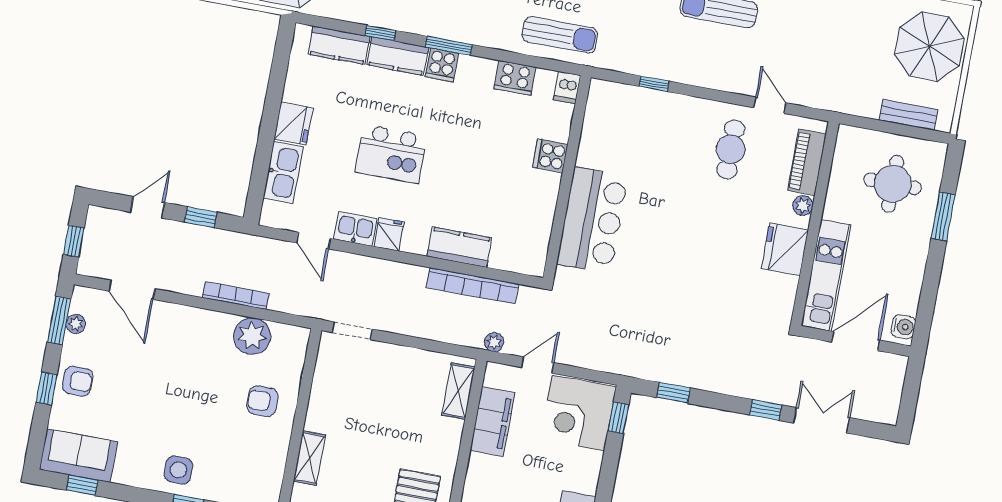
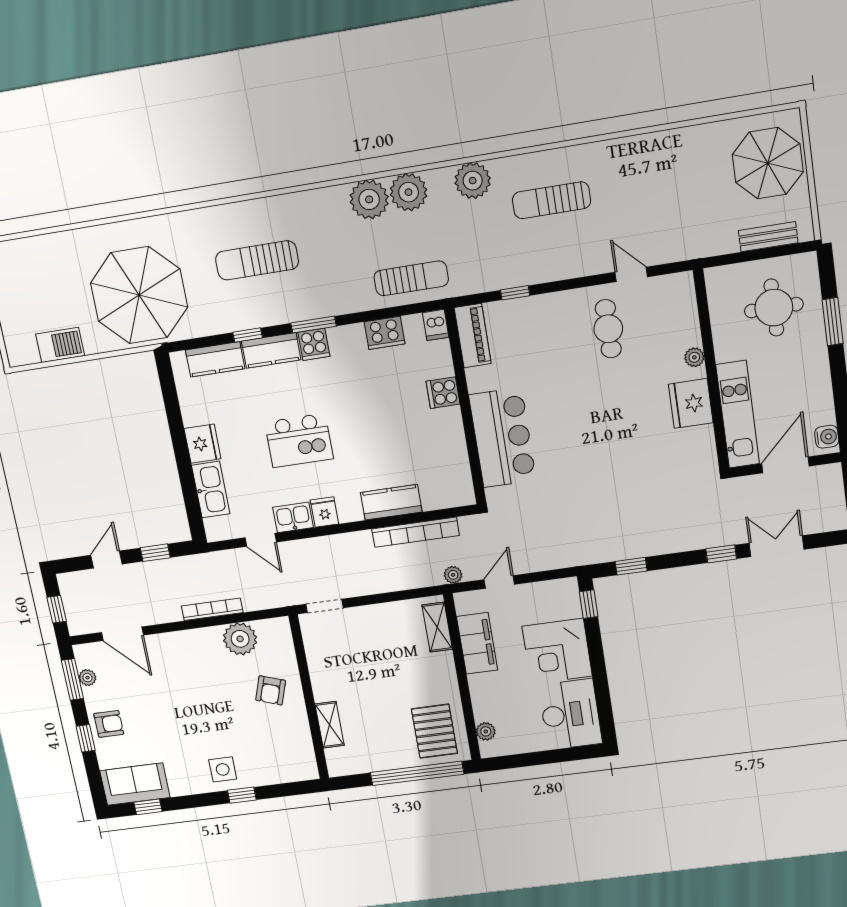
piano: (807, 162) -> (473, 336), moved, turned 180
armchair: (262, 401) -> (271, 690), turned -71
corner desk: (578, 413) -> (557, 651), moved

